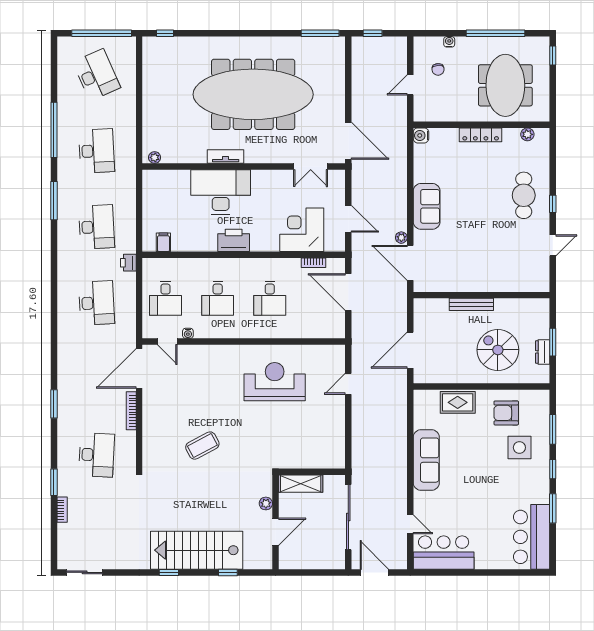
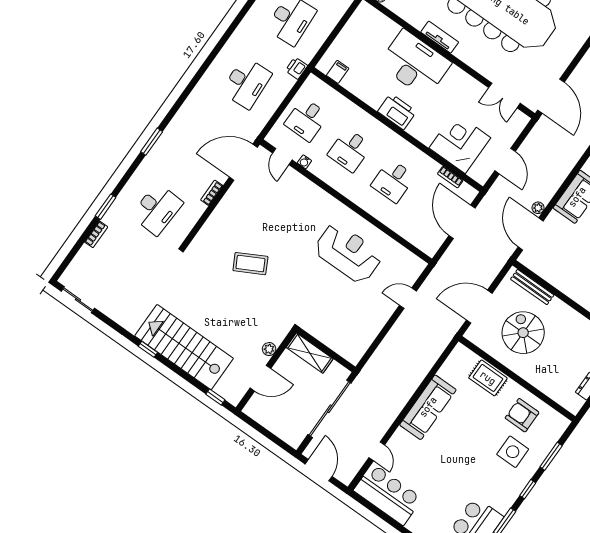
bench: (471, 304) -> (532, 287), moved
spiral stairs: (498, 350) -> (523, 333), moved
bookcase: (131, 411) -> (212, 193), width x0.64
window: (228, 572) -> (215, 397), moved

